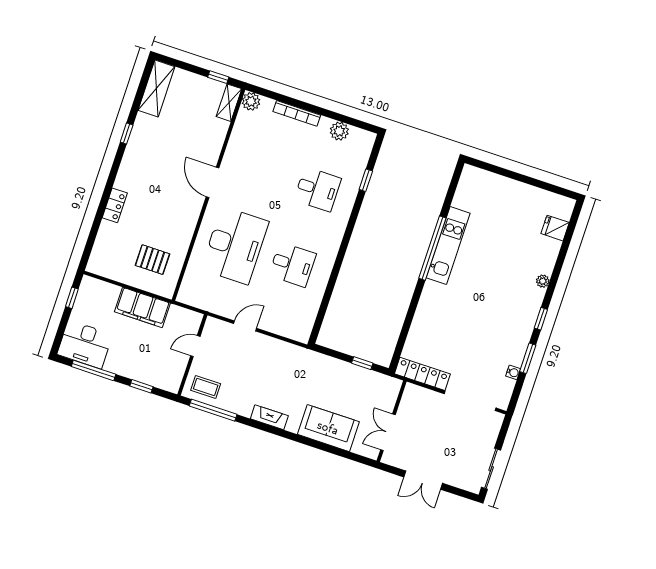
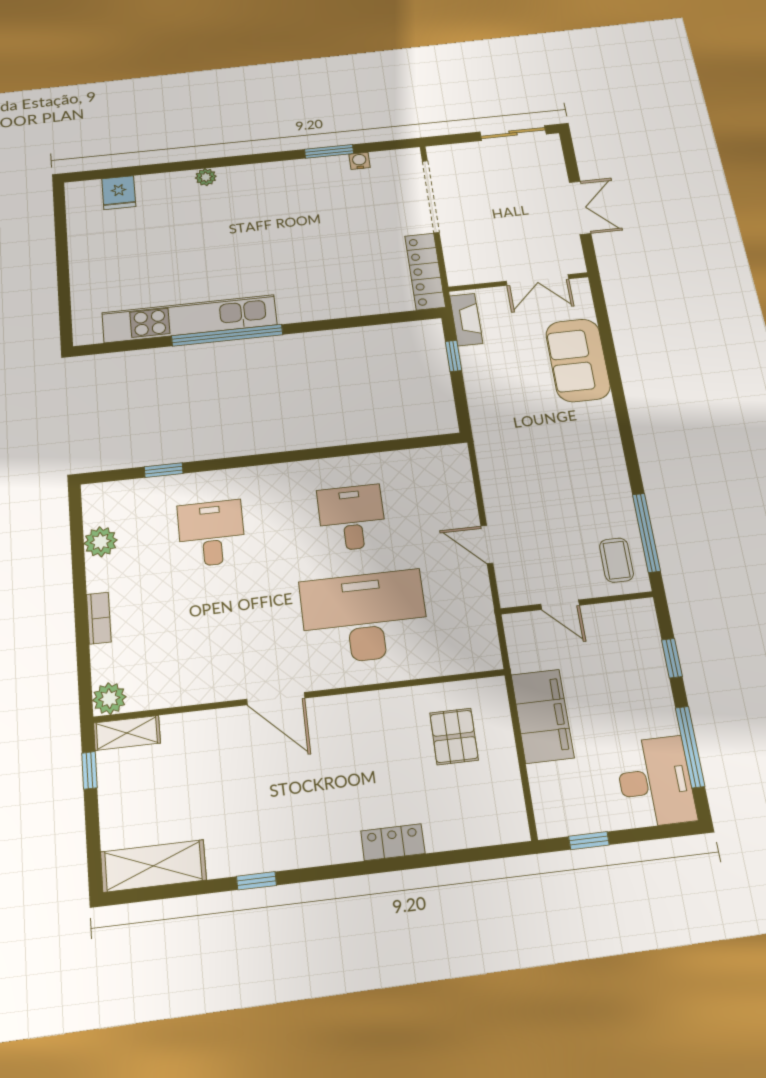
bookcase: (297, 113) -> (99, 618), width x0.64
door: (213, 182) -> (276, 699), hinge flipped
kitchen unit: (448, 245) -> (190, 319), width x1.36
window: (541, 319) -> (263, 158), removed
fireplace: (269, 417) -> (466, 320), moved, turned 180

